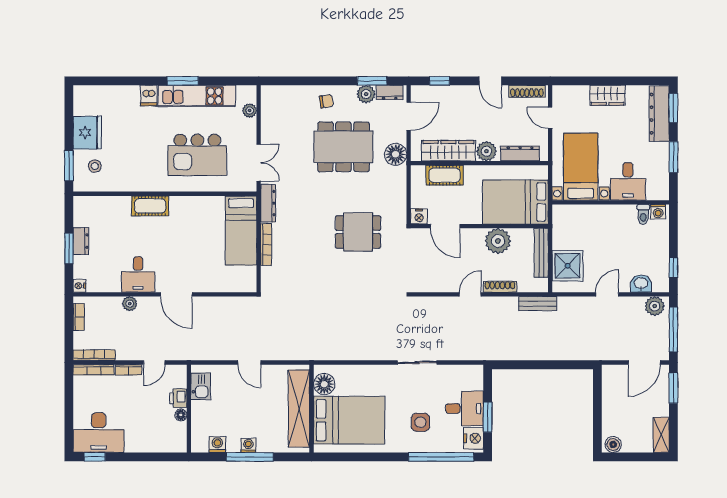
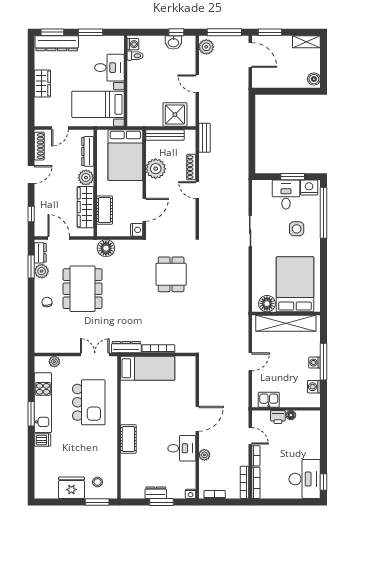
floor lamp: (396, 154) -> (106, 248), moved
dining table: (358, 232) -> (171, 274), moved
washbasin: (641, 284) -> (173, 42), moved, turned -90

